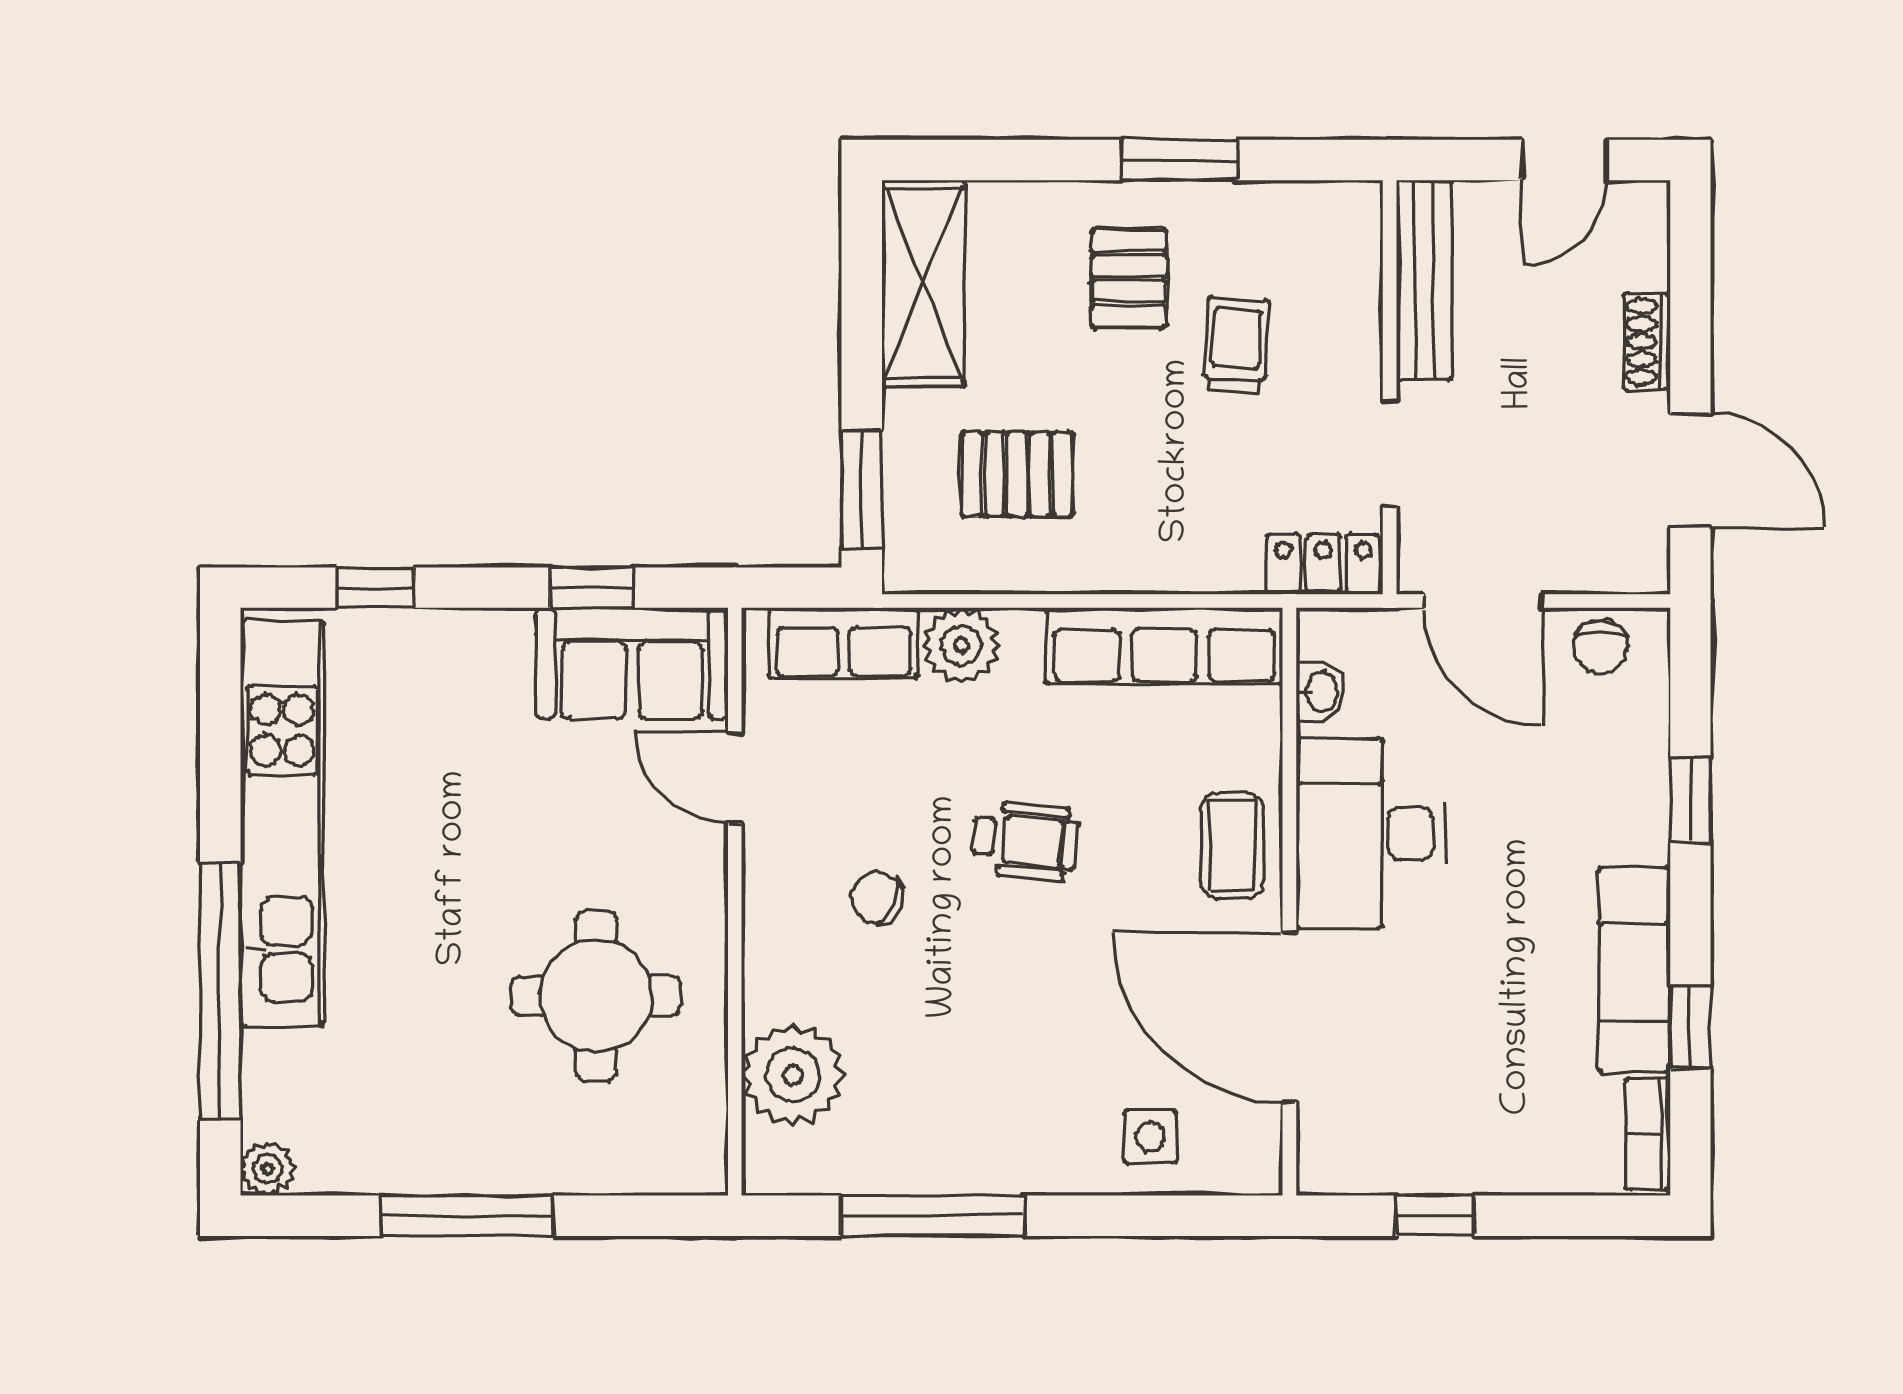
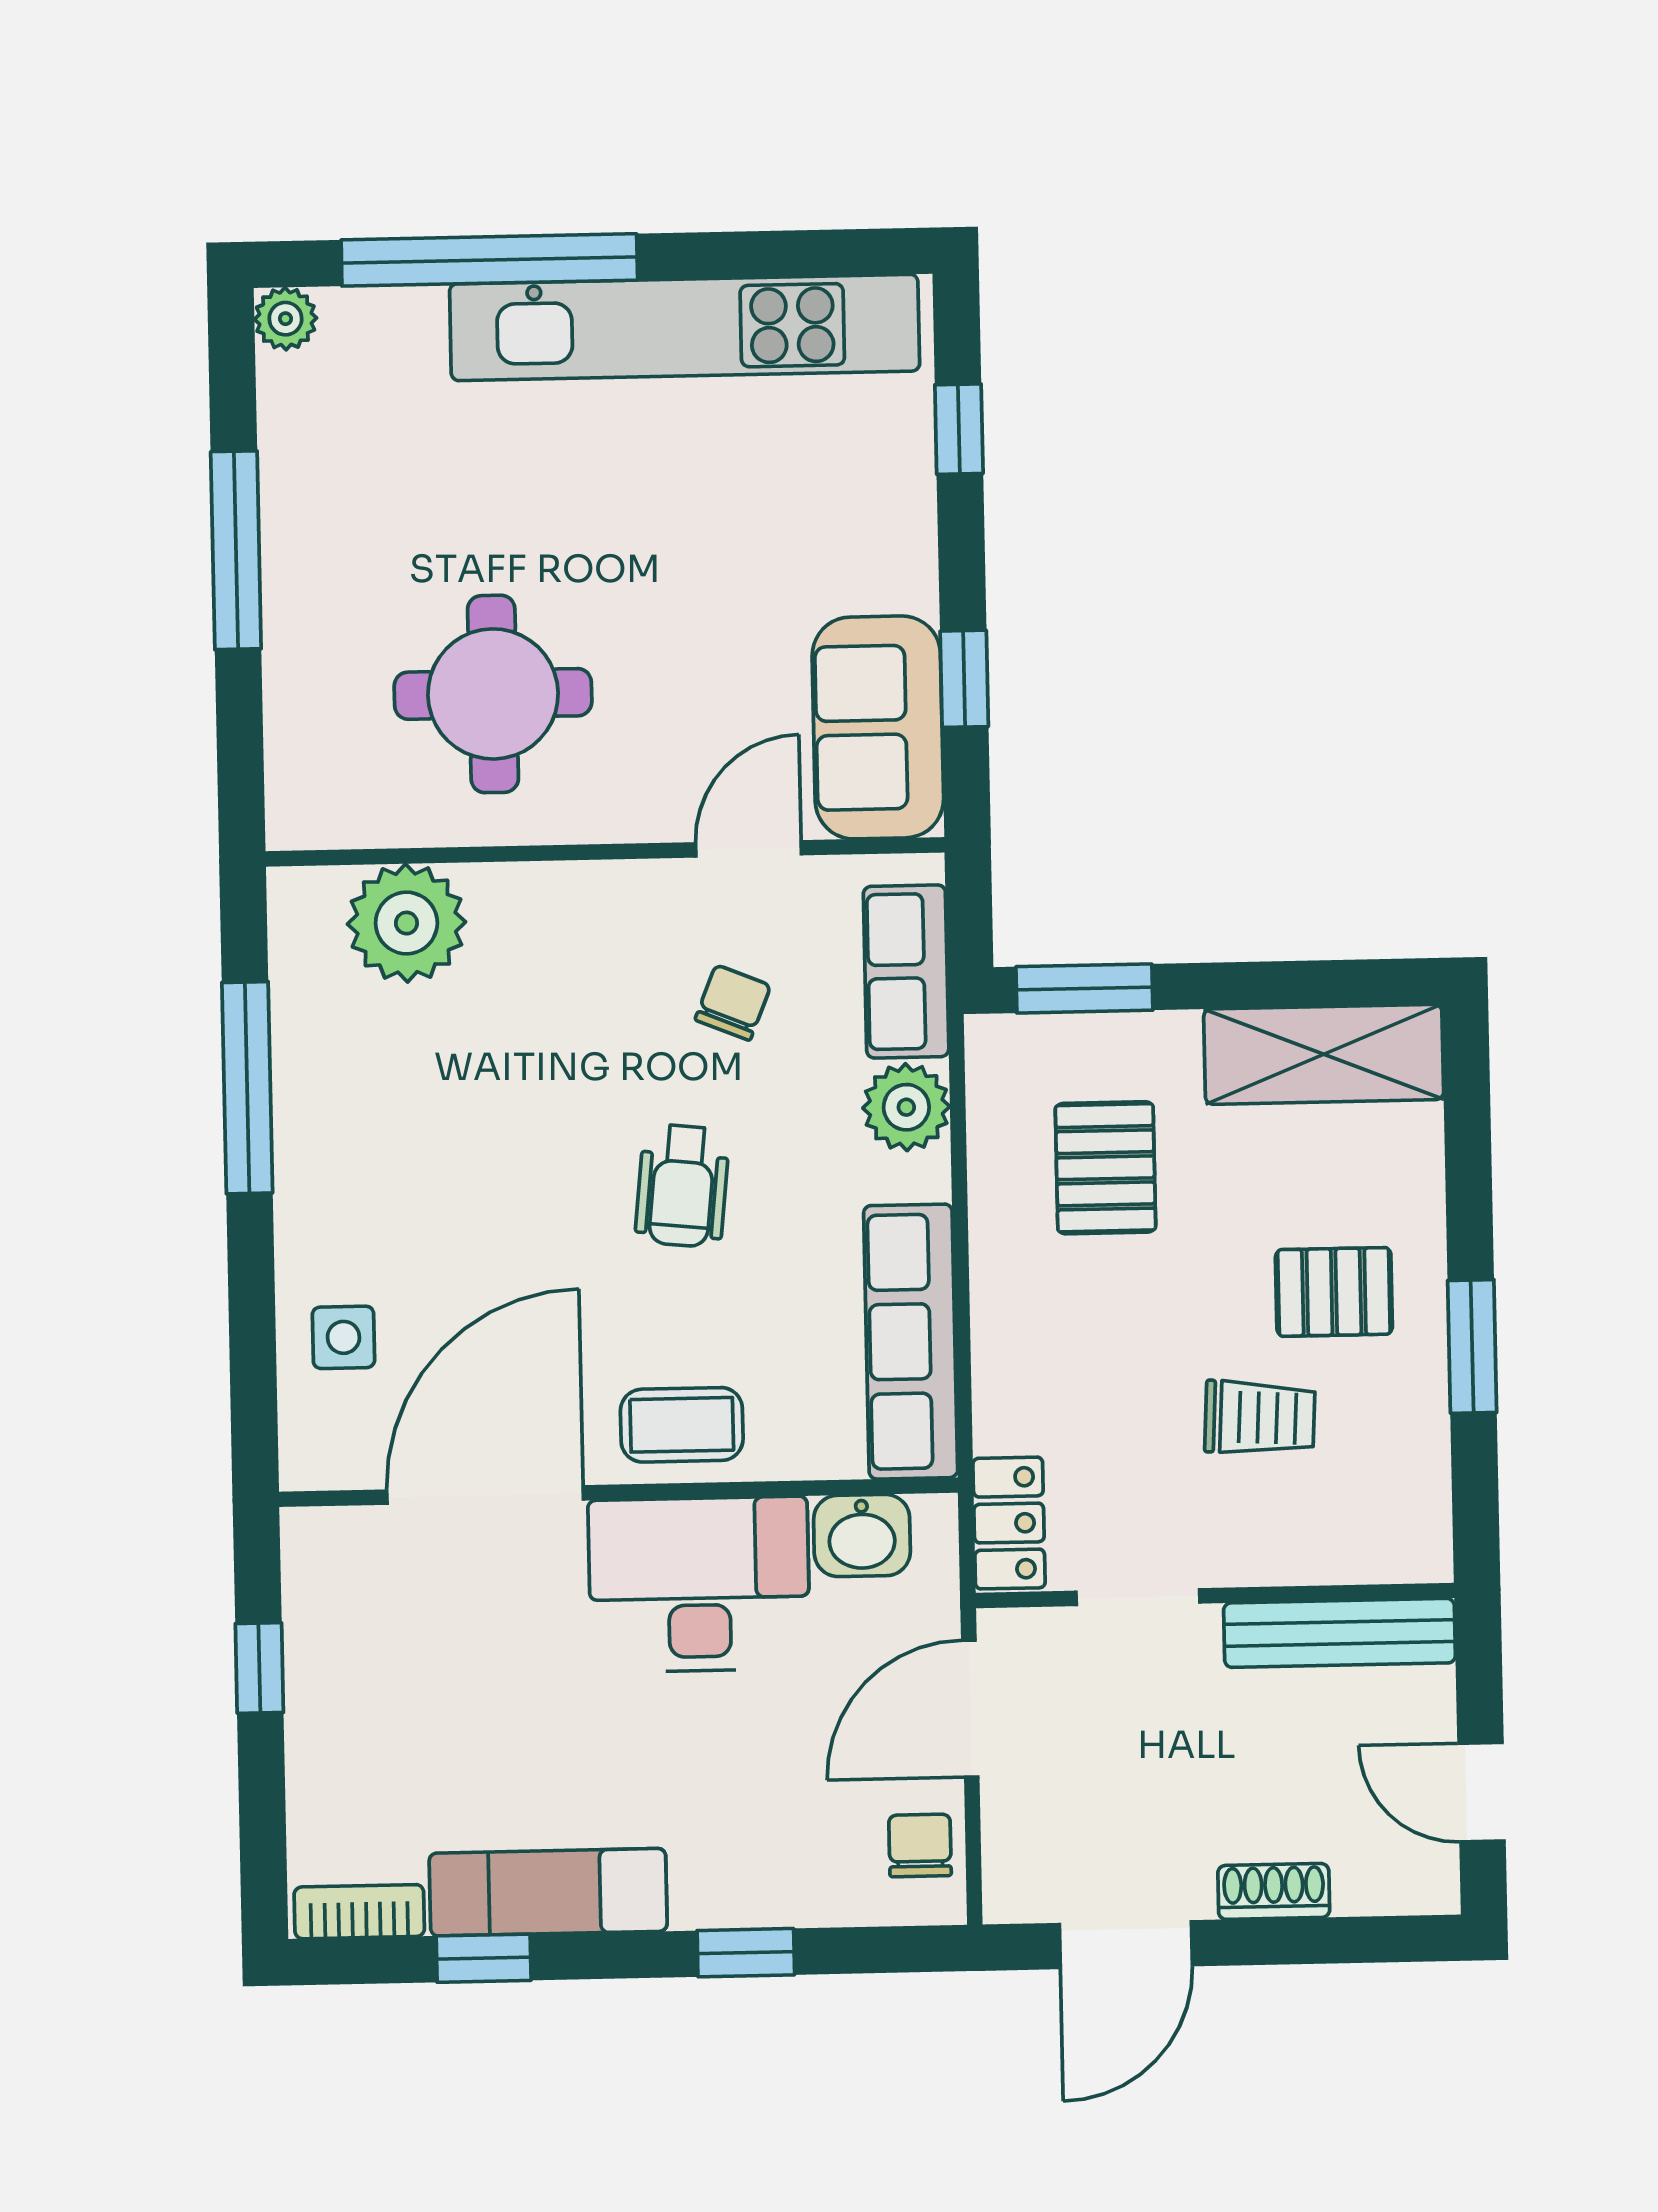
chair: (1601, 647) -> (920, 1845), turned 90
washbasin: (1320, 692) -> (862, 1536), width x1.38, depth x1.45
chair: (877, 898) -> (733, 1003), moved

